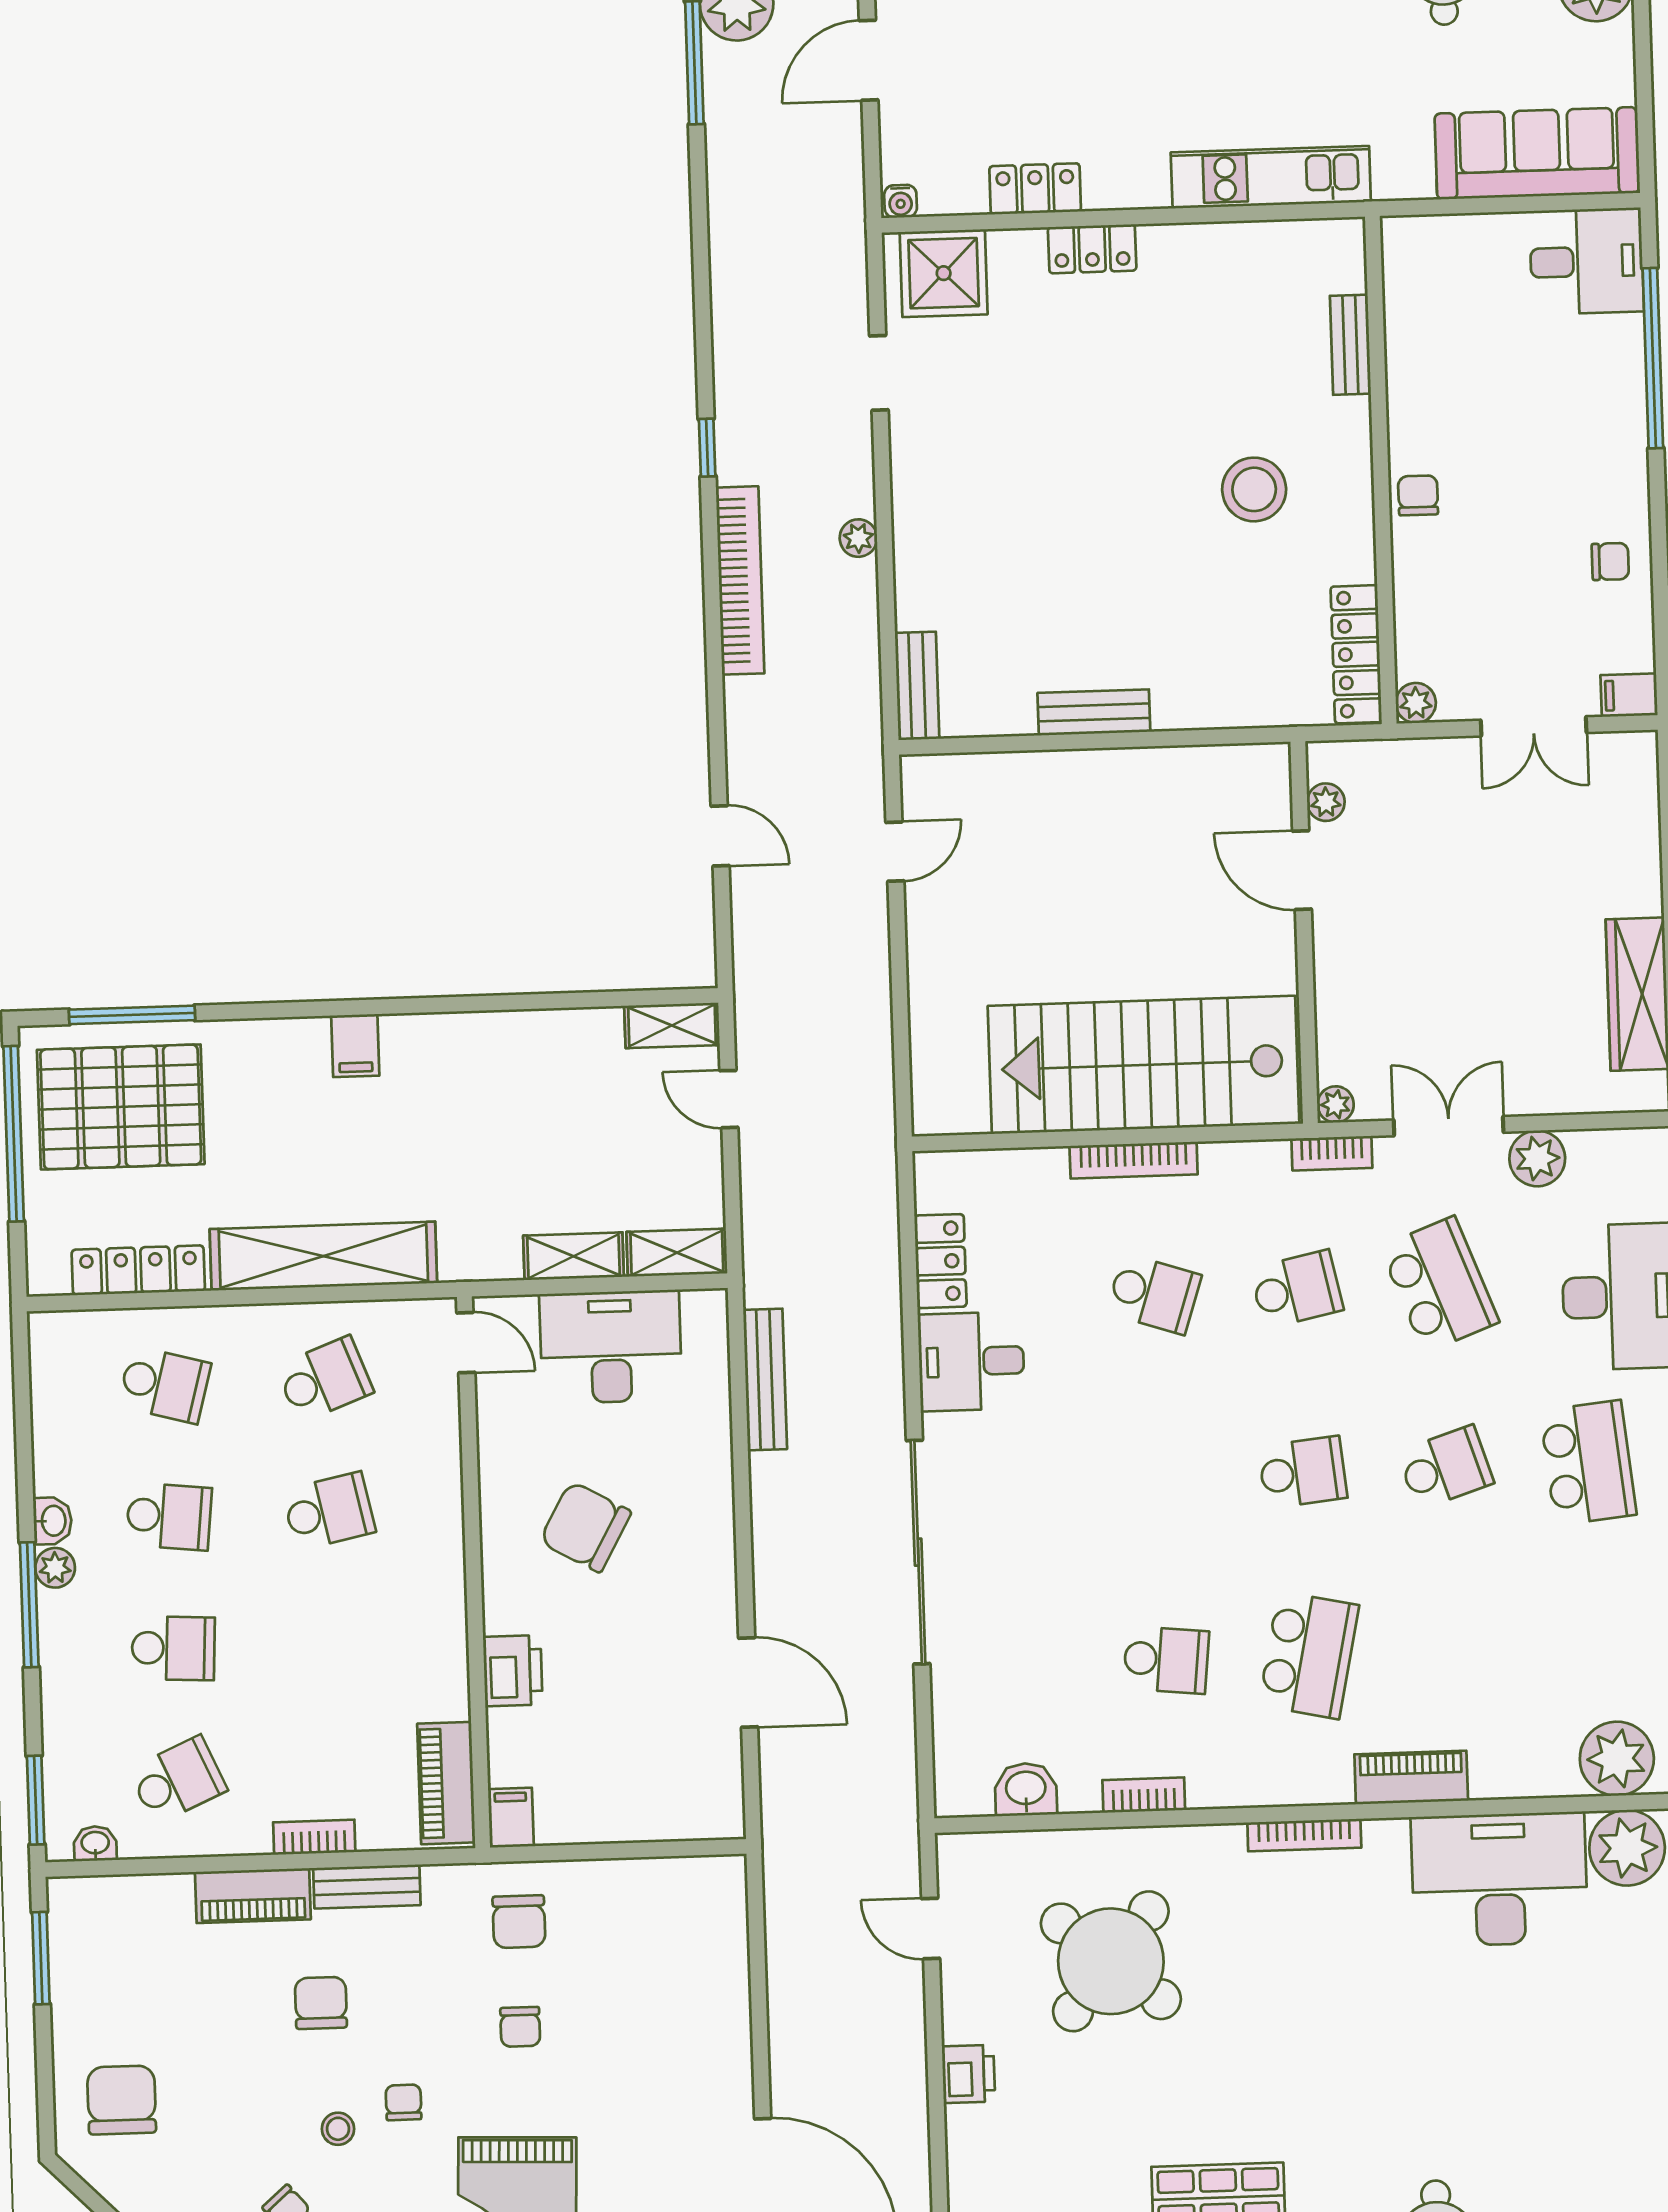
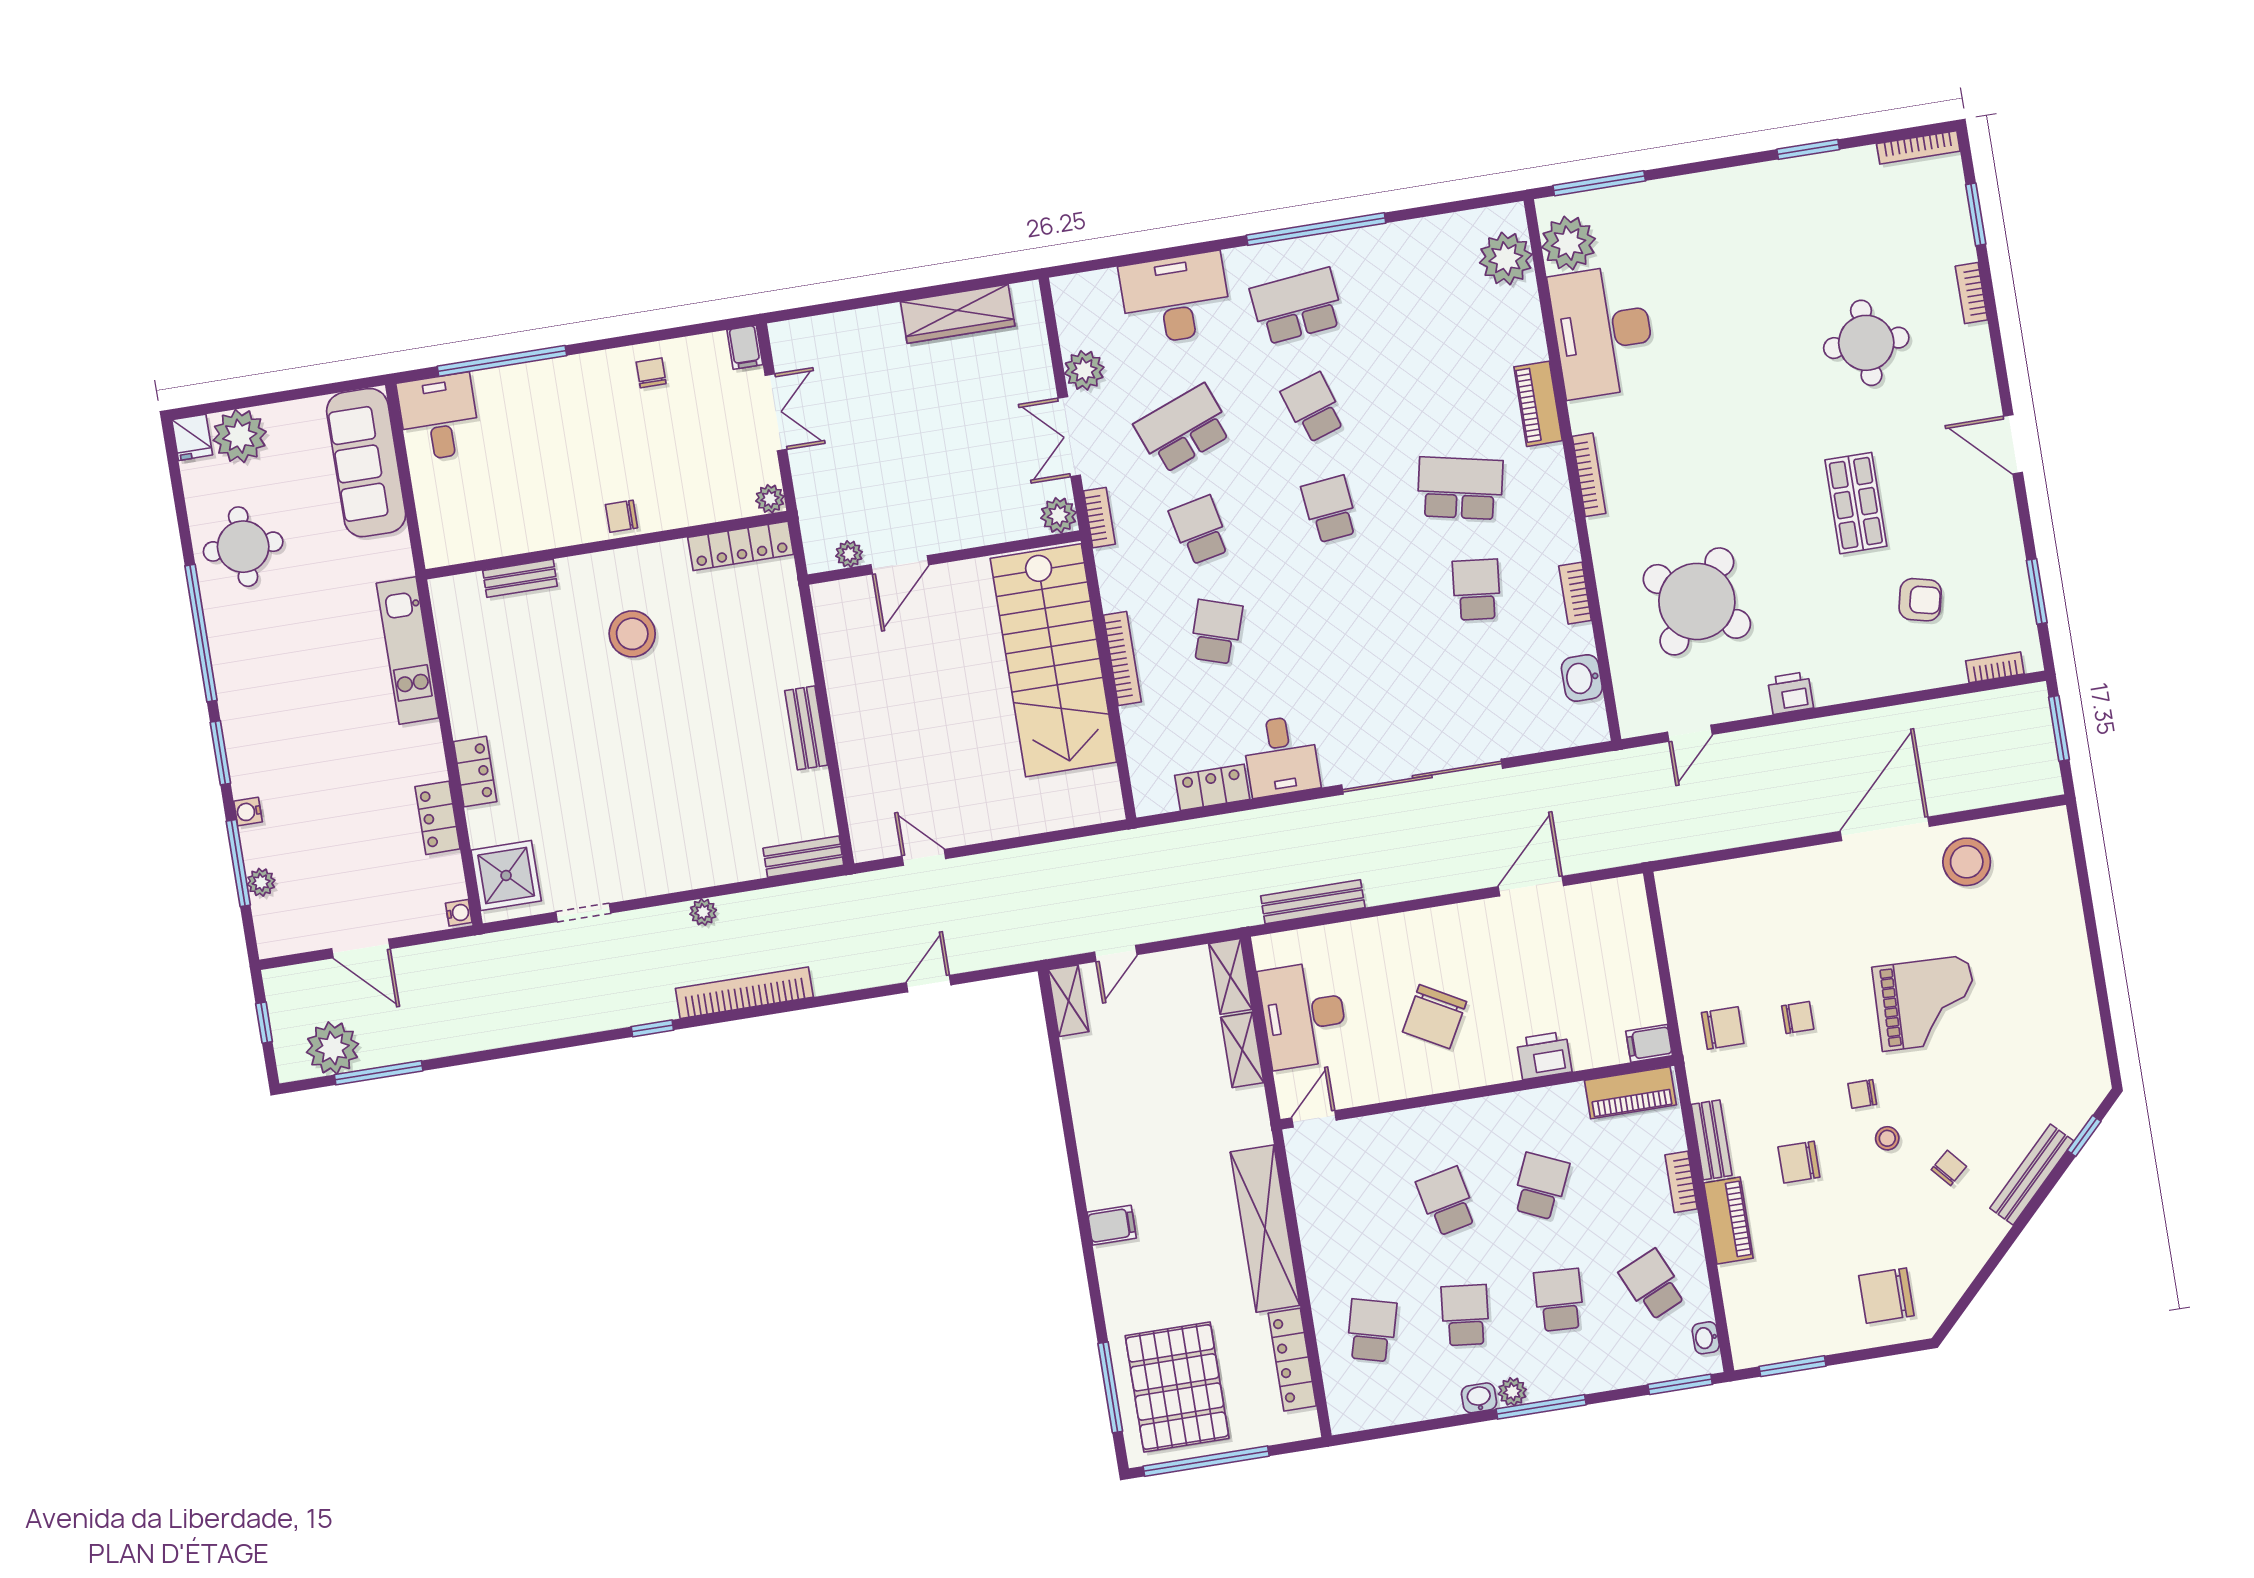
plant: (1336, 1104) -> (1058, 515), width x1.38, depth x1.38
school desk: (324, 1379) -> (1541, 1186), moved, turned 45

